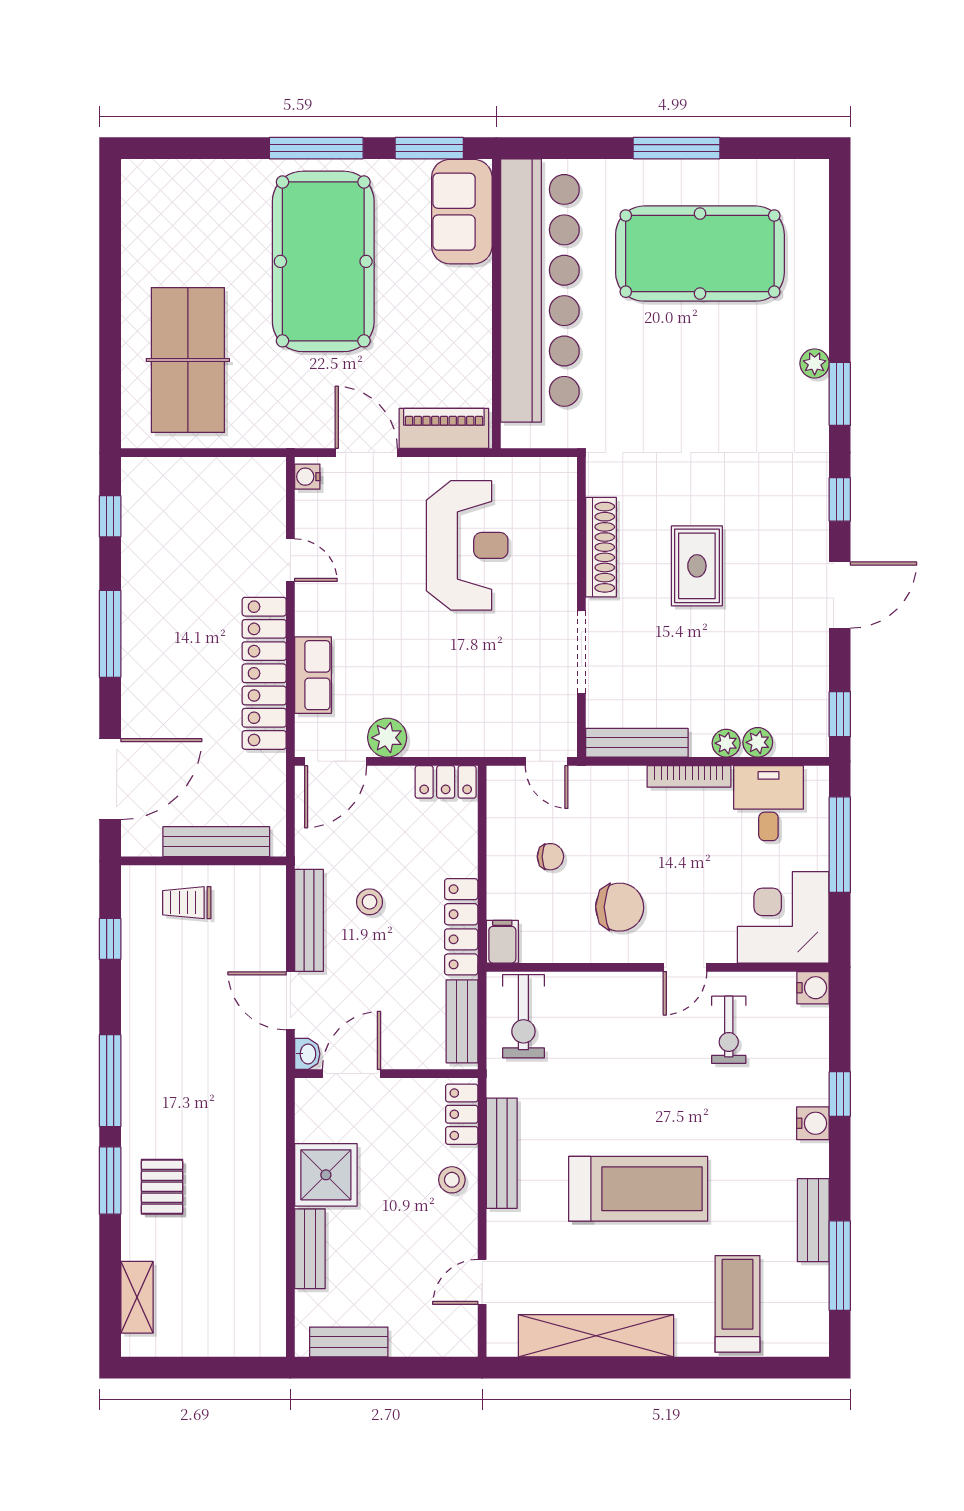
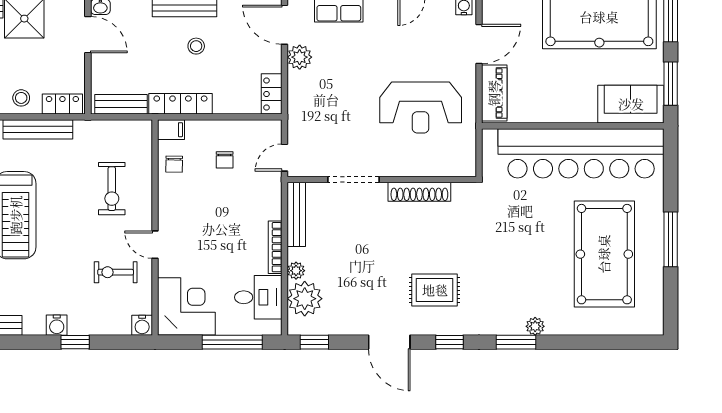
rug: (697, 566) -> (435, 290), moved
plant: (758, 742) -> (305, 299), width x1.87, depth x1.87
chair: (620, 907) -> (174, 164), moved, width x0.54, depth x0.54
exercise bike: (523, 1016) -> (112, 189), moved, turned -90

